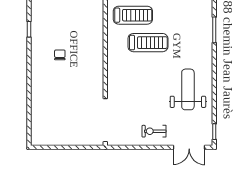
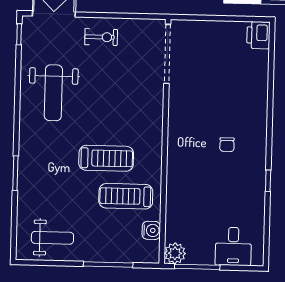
treadmill: (148, 43) -> (106, 158), turned 180
printer: (39, 136) -> (258, 35), added

